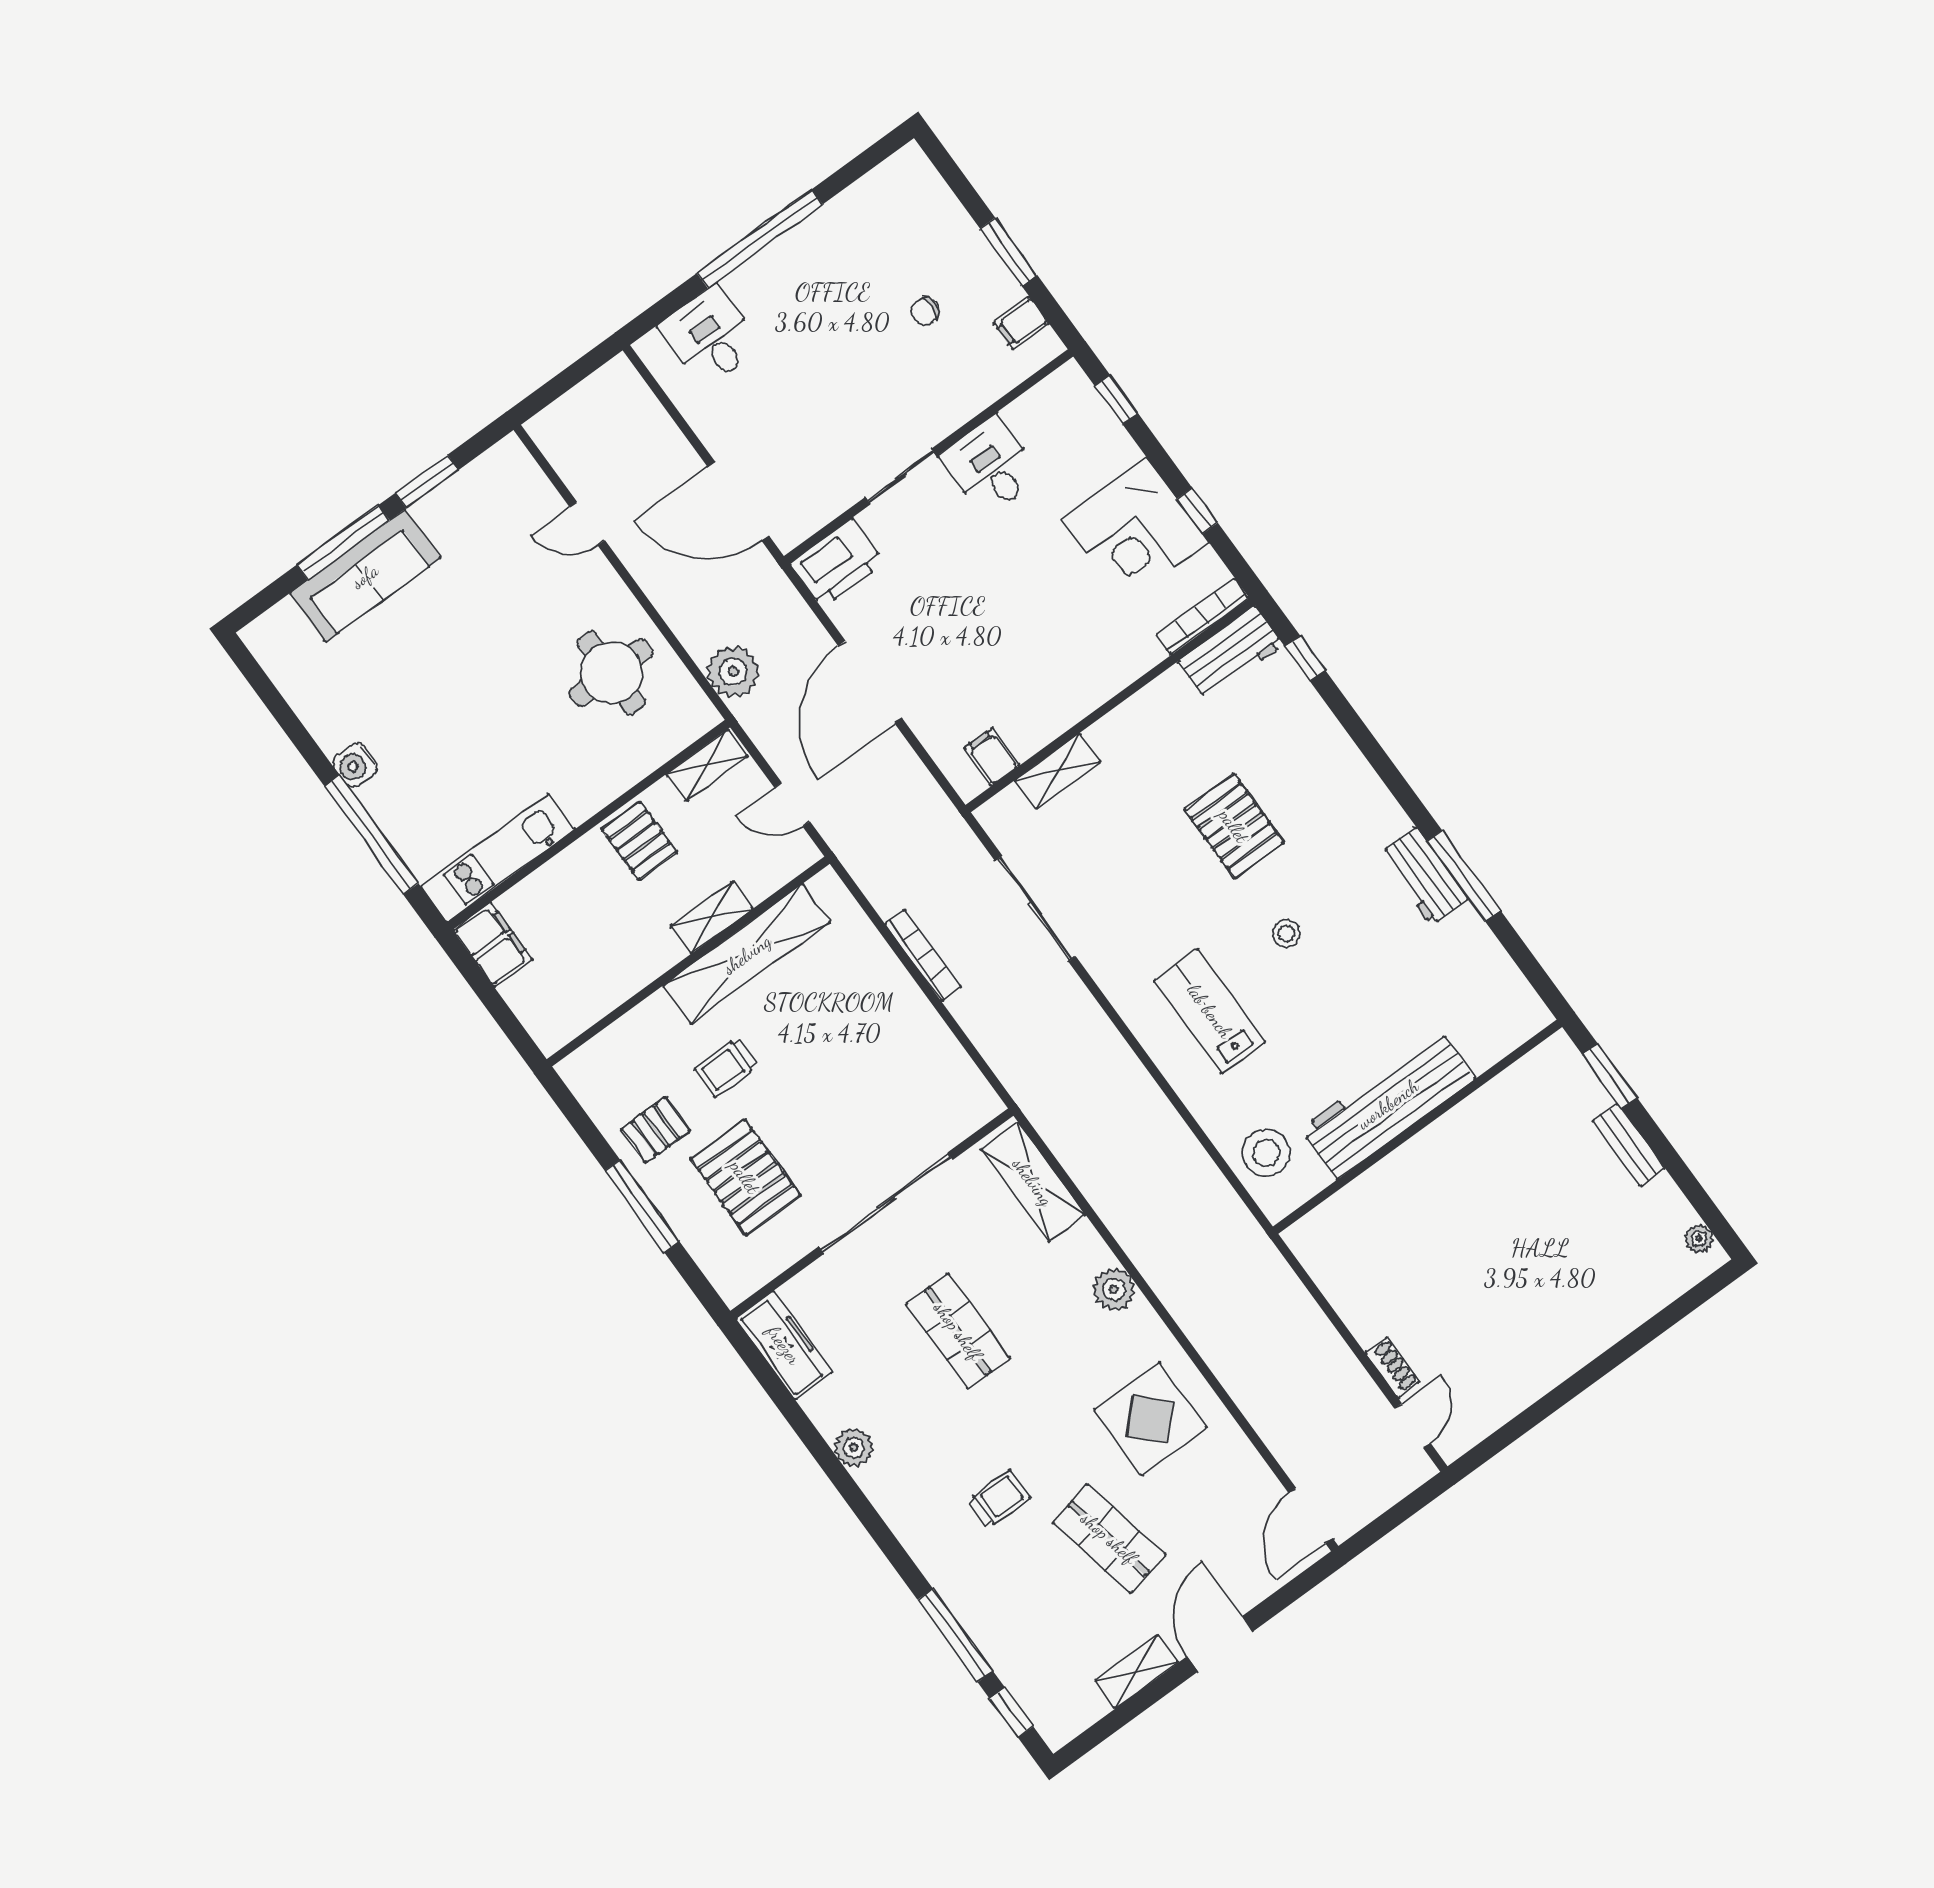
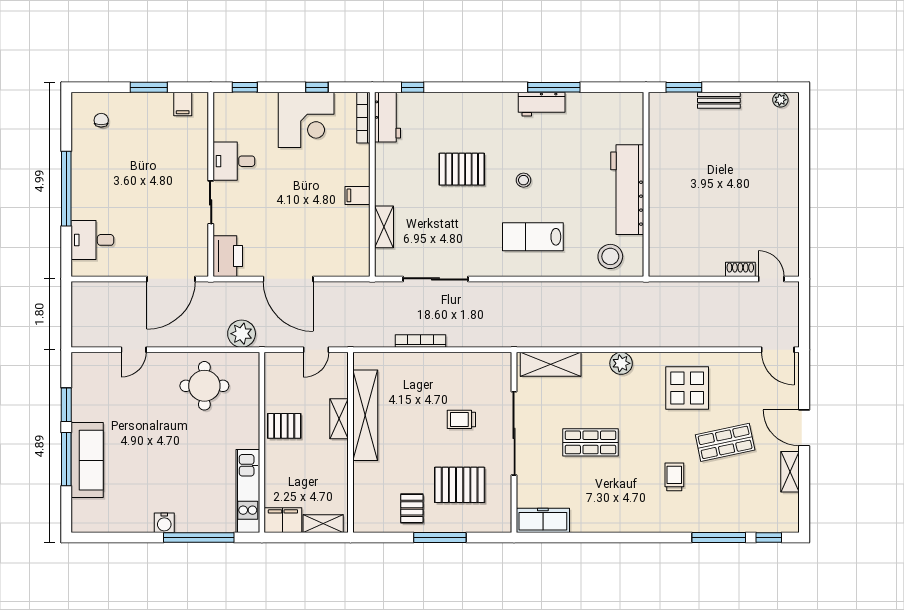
chair: (925, 311) -> (101, 120), moved, turned 180
filing cabinet: (992, 757) -> (358, 195), moved
shelving: (707, 765) -> (323, 524), moved, turned 90
trolley: (726, 1067) -> (461, 419), moved, turned 90
plant: (854, 1447) -> (608, 522), removed

